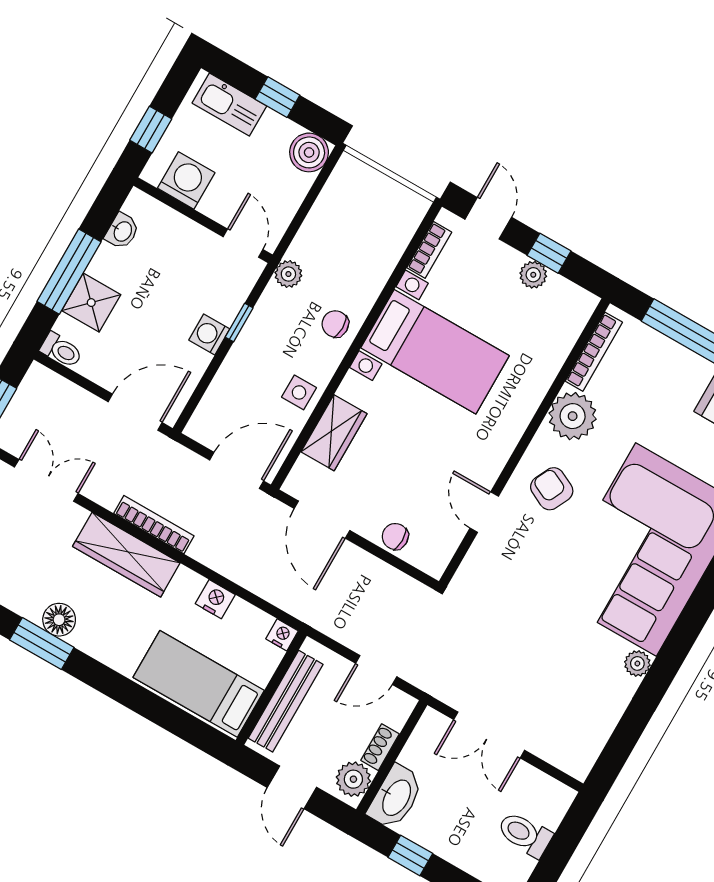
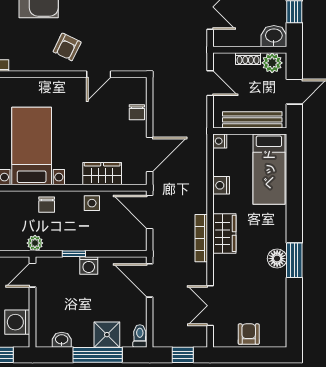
plant: (573, 416) -> (24, 58), removed
wardrobe: (126, 555) -> (224, 233), width x0.67
washbasin: (396, 797) -> (274, 36), width x0.72

